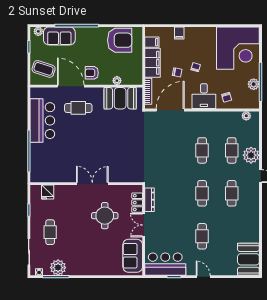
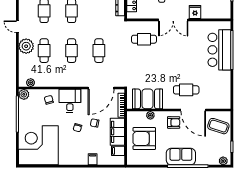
sofa: (59, 36) -> (181, 157), moved
armchair: (120, 40) -> (144, 138), moved
plant: (254, 84) -> (24, 94), moved
bar counter: (42, 121) -> (219, 50), moved
cafe table: (172, 150) -> (99, 51), added
cafe table: (124, 163) -> (144, 39), added
fridge: (48, 192) -> (195, 12), moved

